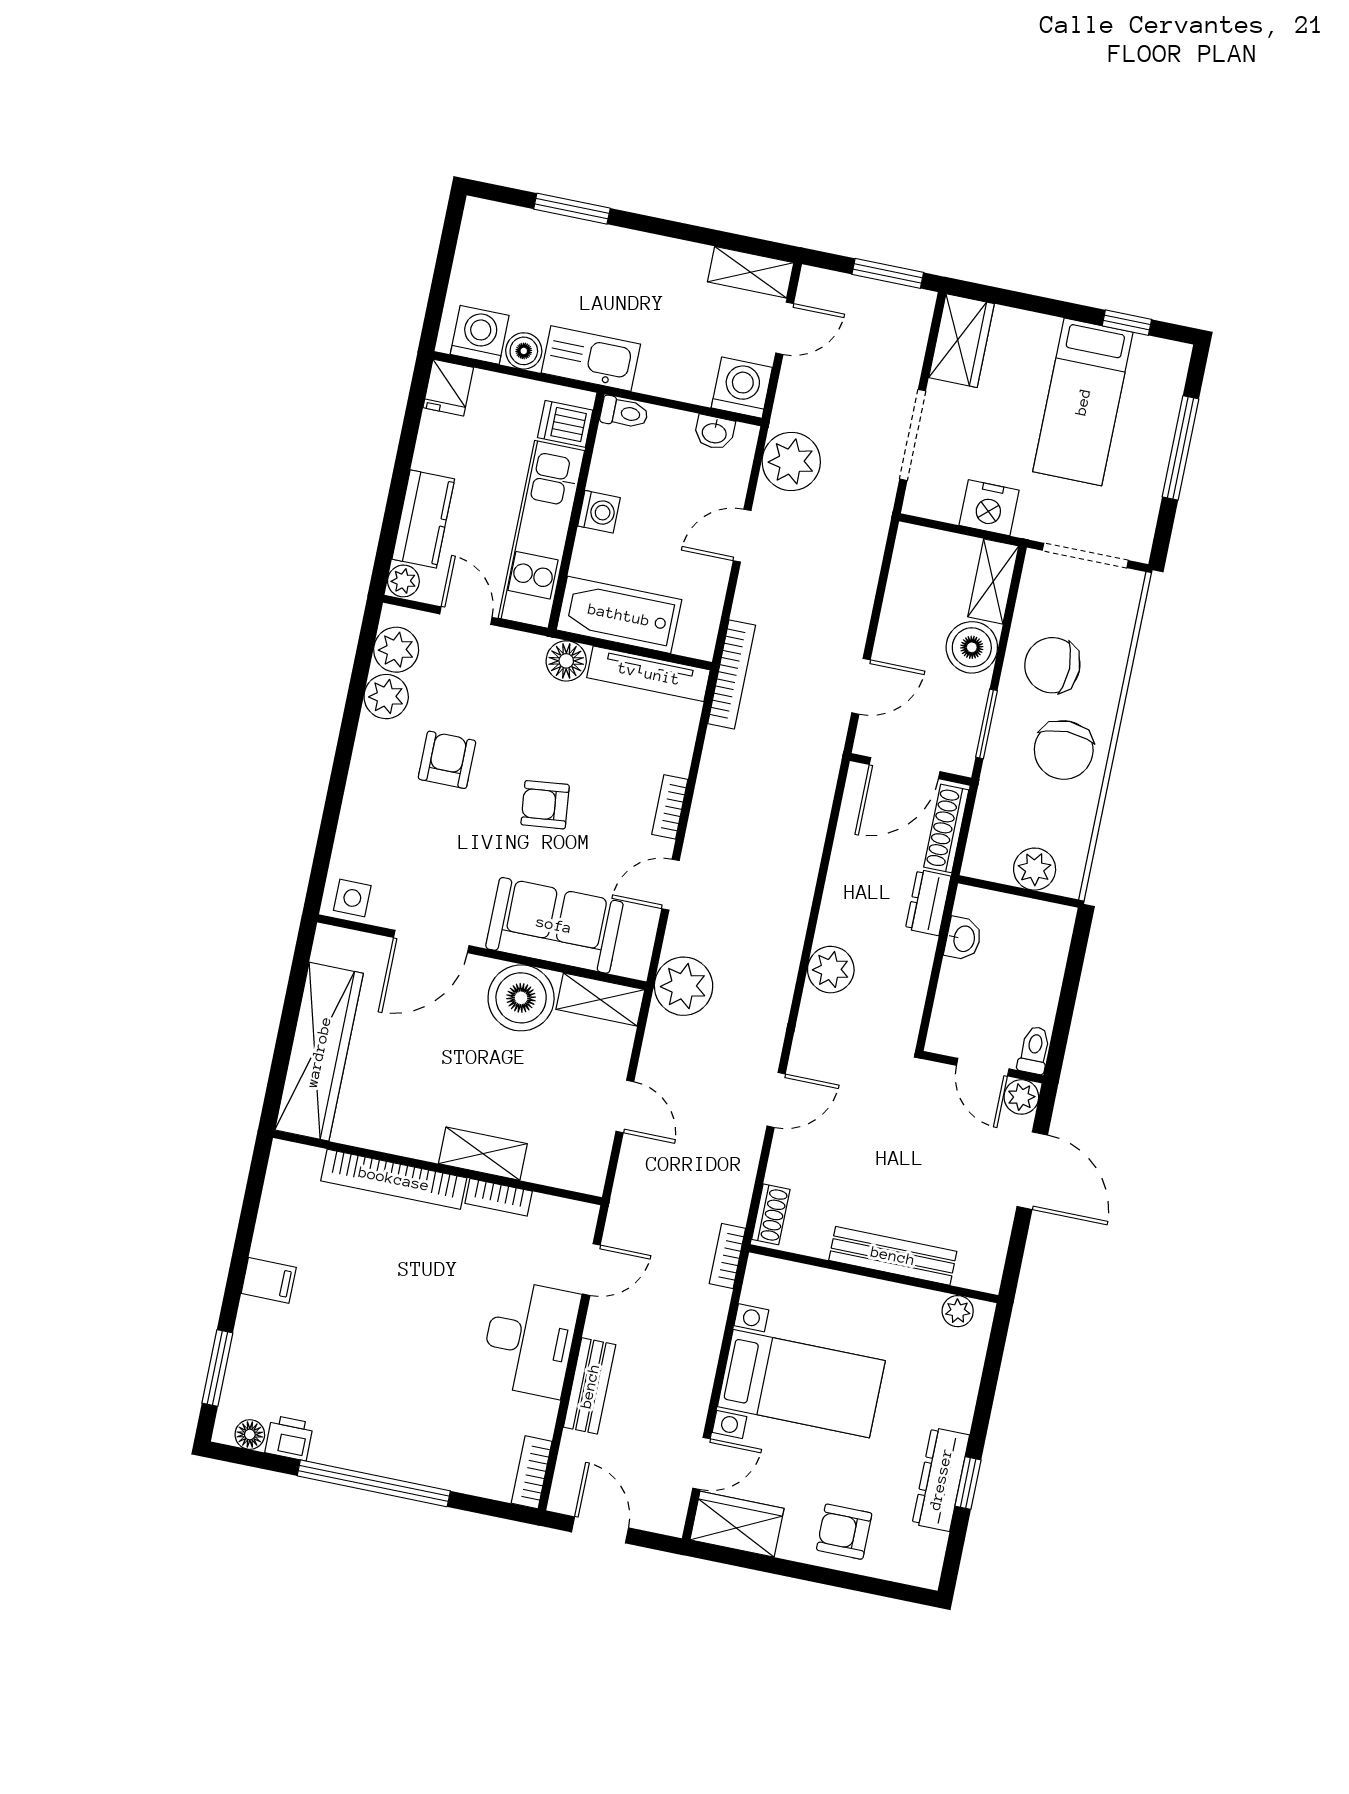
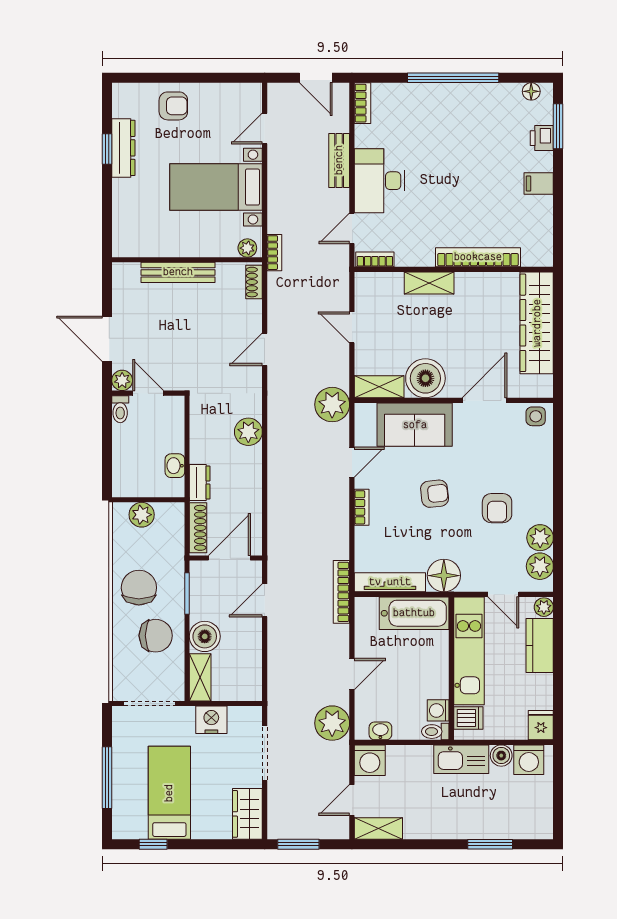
washing machine: (599, 512) -> (438, 710), moved
floor lamp: (566, 661) -> (444, 576), width x1.38, depth x1.38
bookcase: (499, 1197) -> (375, 259), moved
plant: (958, 1311) -> (247, 248), moved
printer: (289, 1438) -> (542, 138), moved, turned 90
wardrobe: (737, 1524) -> (237, 97), removed

